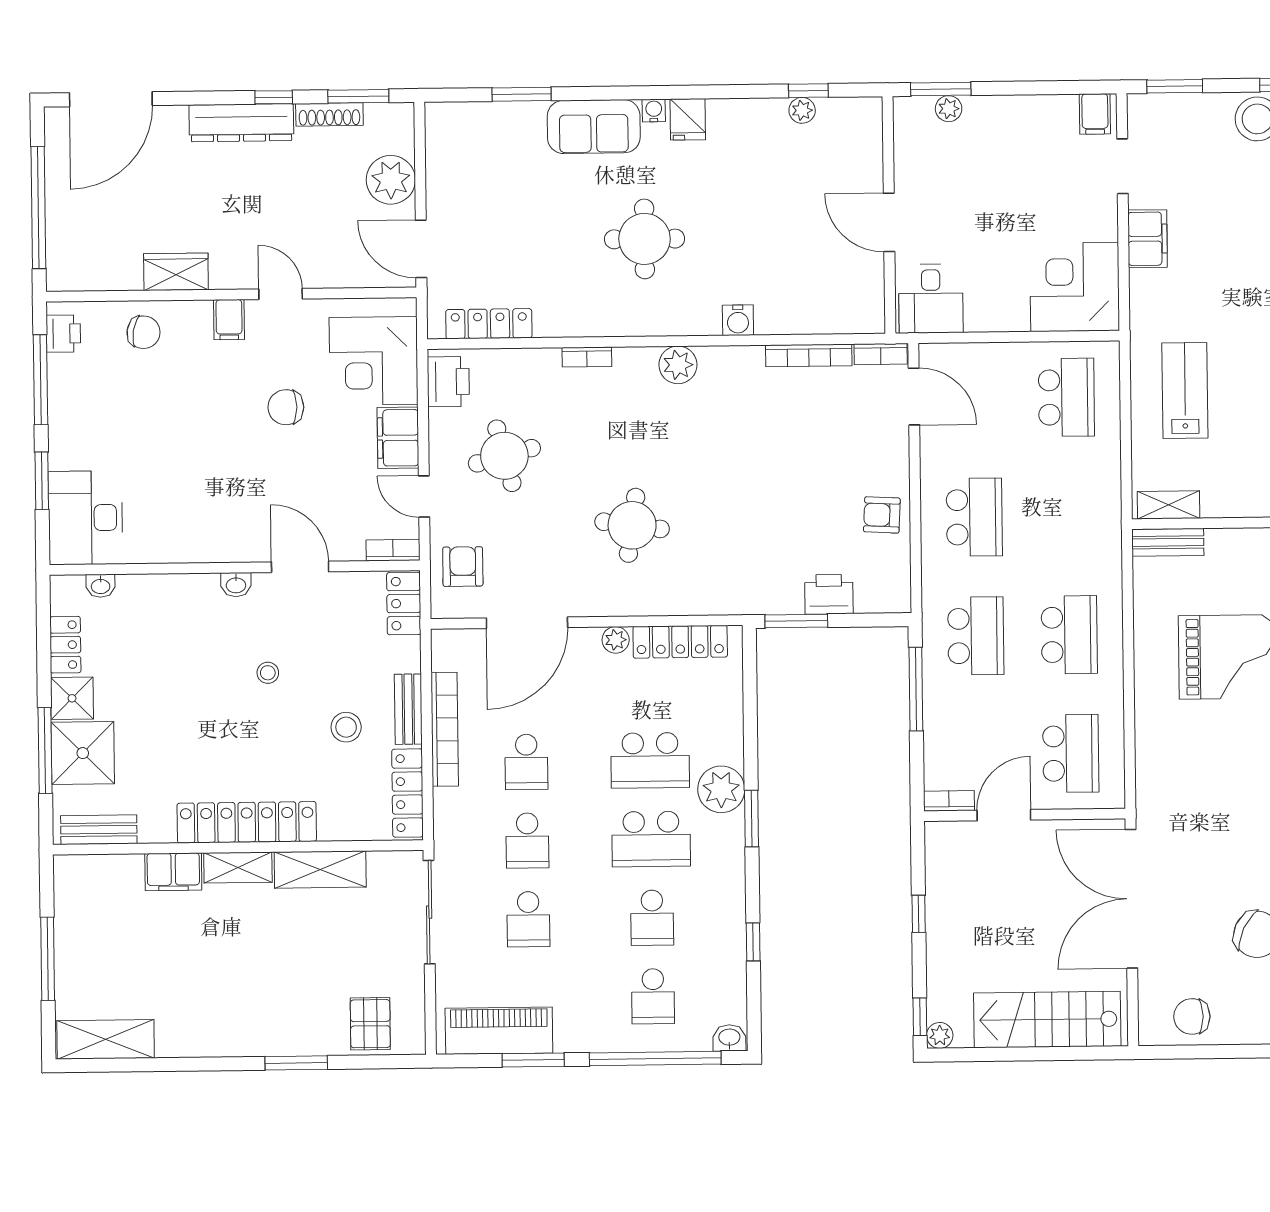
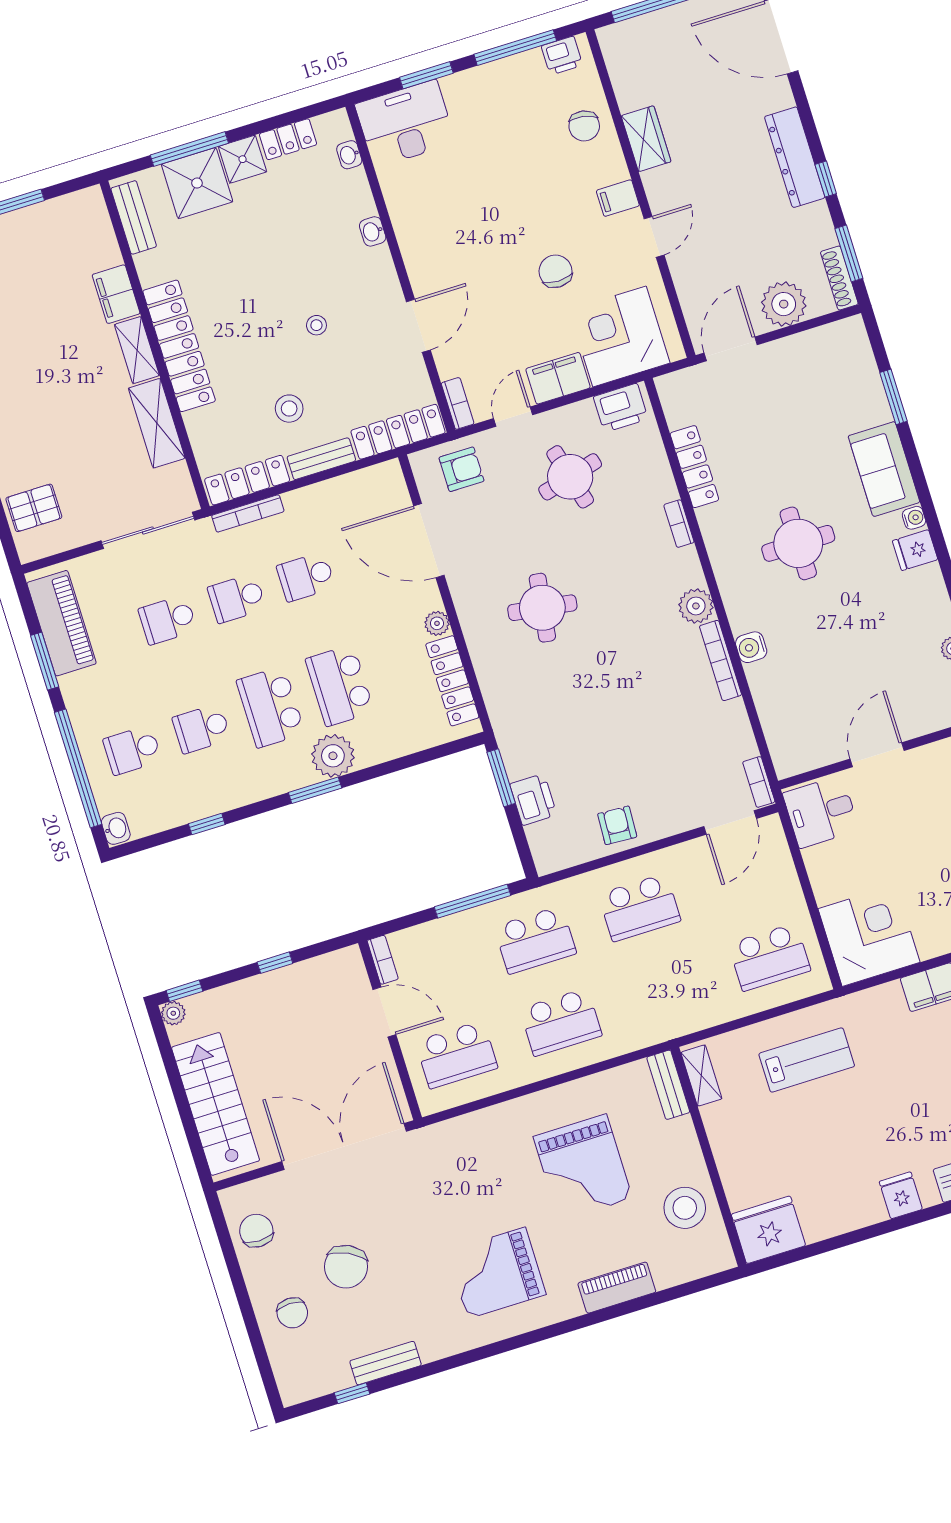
shoe rack: (329, 114) -> (839, 278), moved
locker: (489, 324) -> (694, 467), moved
bookcase: (809, 355) -> (721, 660), moved
washbasin: (236, 585) -> (373, 231), moved
locker: (404, 604) -> (398, 432), width x1.53
bookcase: (445, 729) -> (248, 513), moved, width x0.68, depth x0.76

